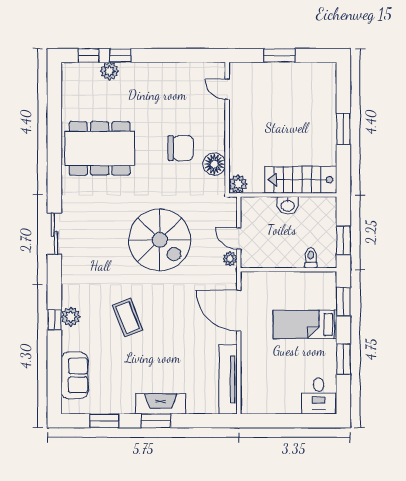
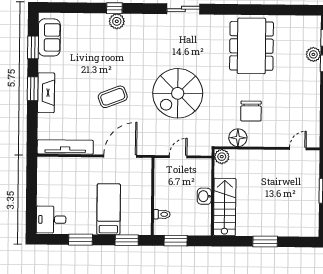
plant: (230, 259) -> (162, 150), removed
coffee table: (128, 318) -> (113, 97), moved
sofa: (75, 375) -> (49, 37), moved, turned -90

